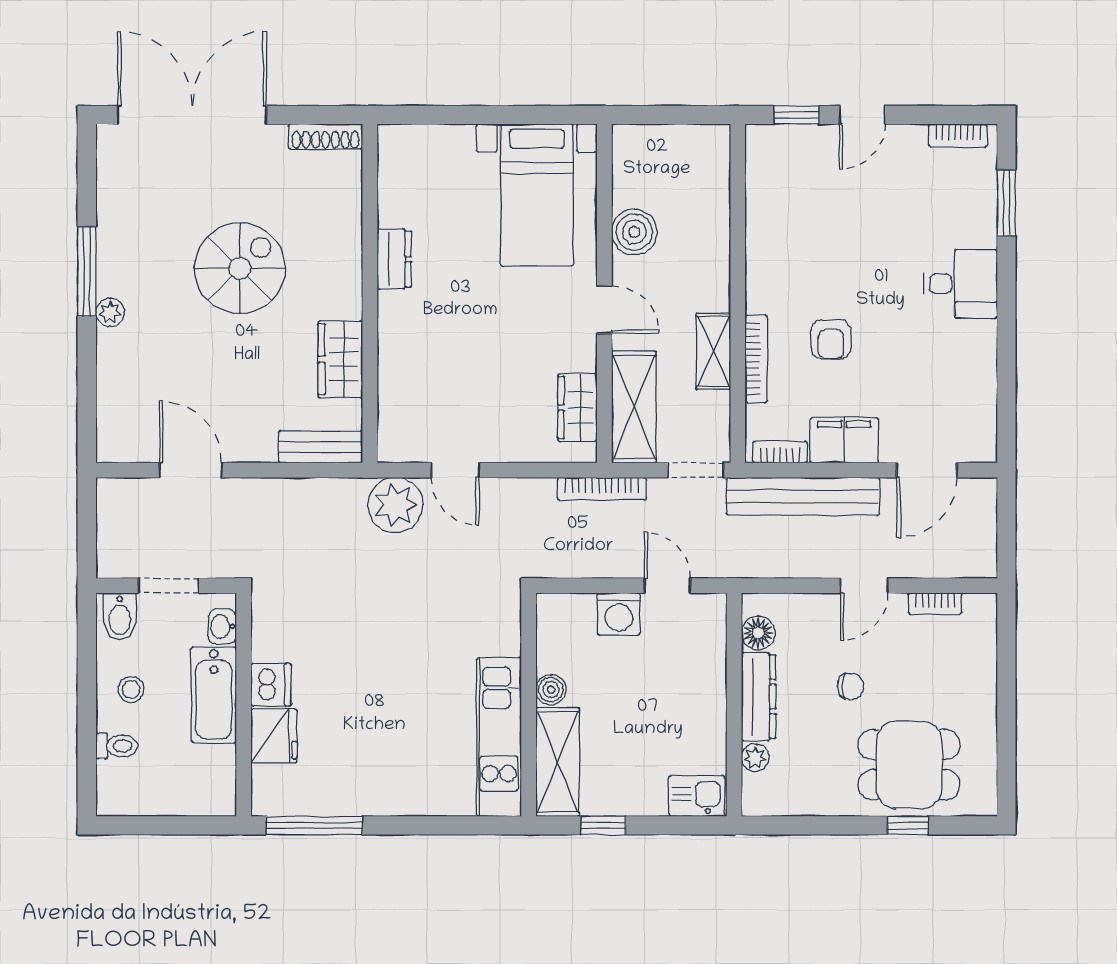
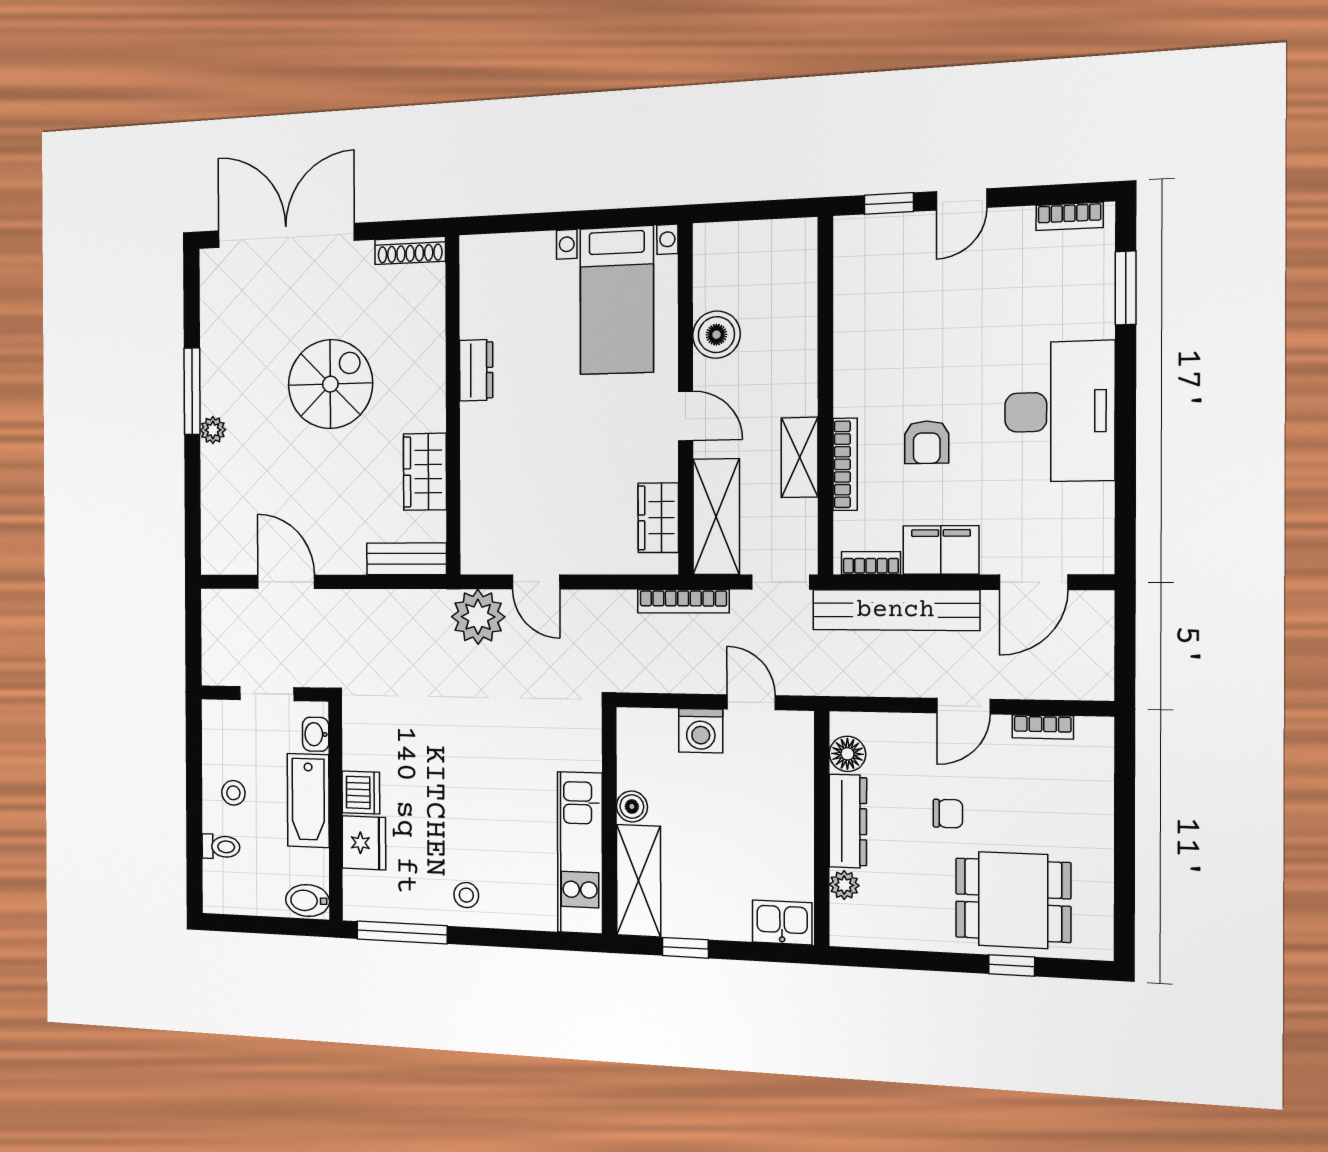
desk: (961, 284) -> (1060, 412), width x1.87, depth x1.30
bidet: (120, 617) -> (308, 900), moved, turned 90
stool: (382, 784) -> (466, 895), added

